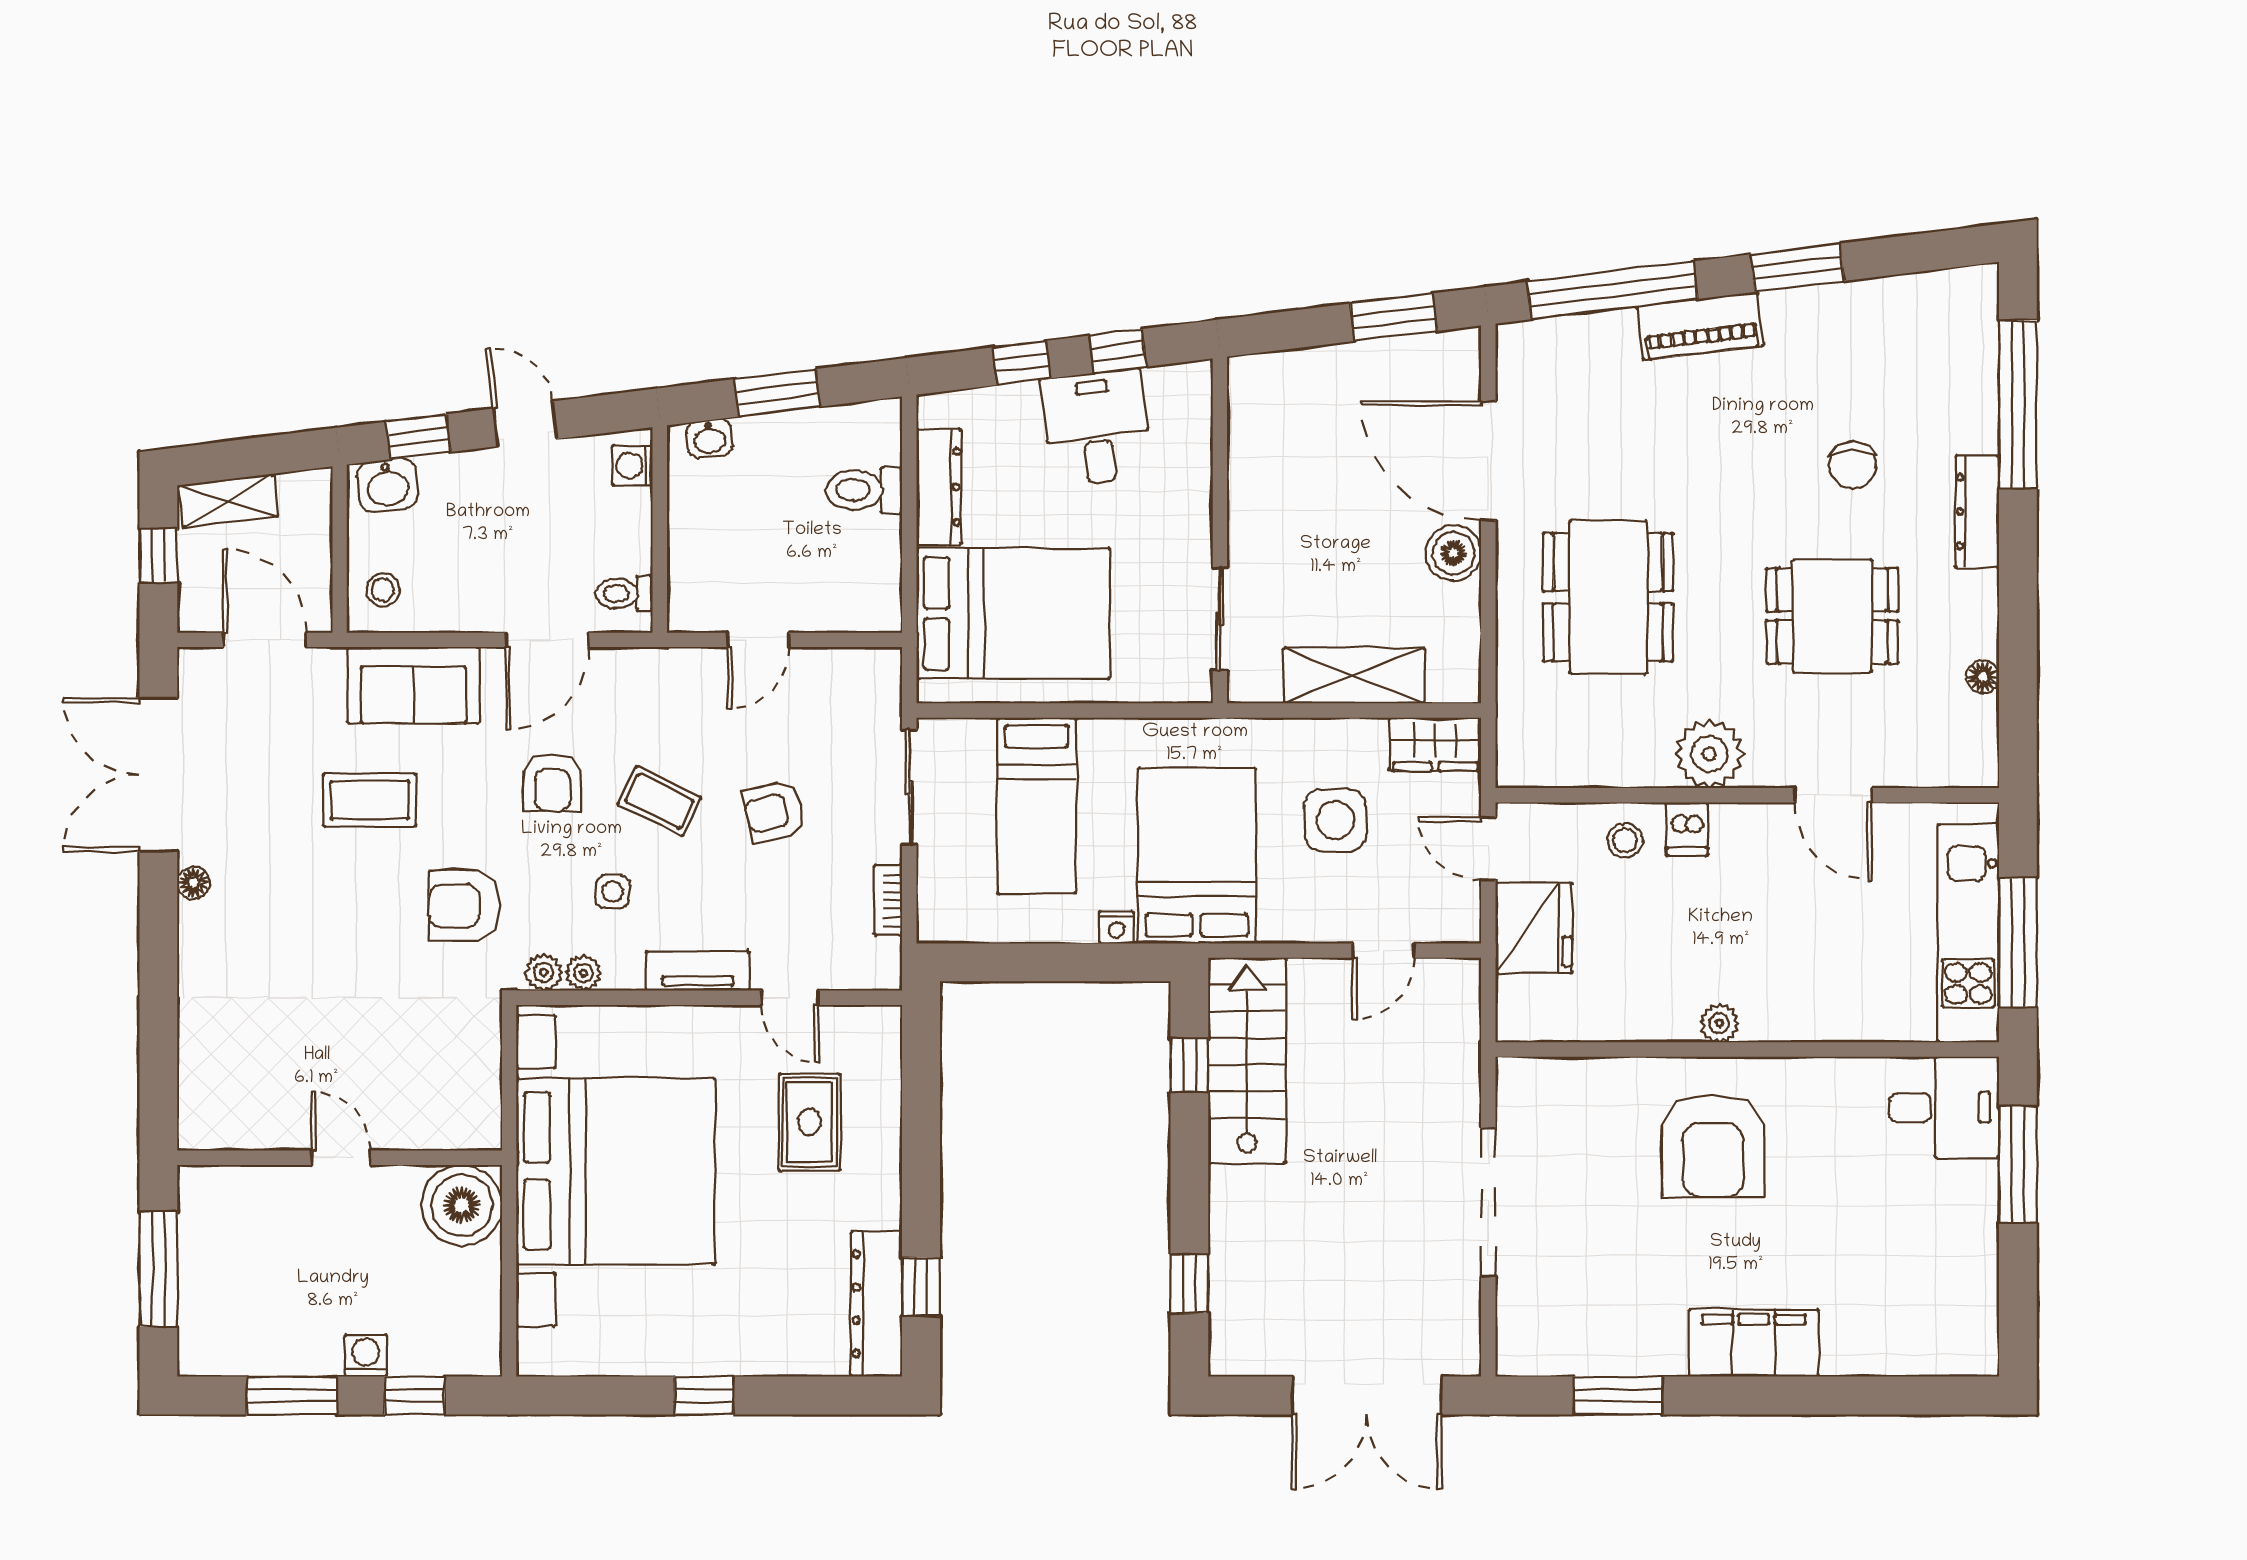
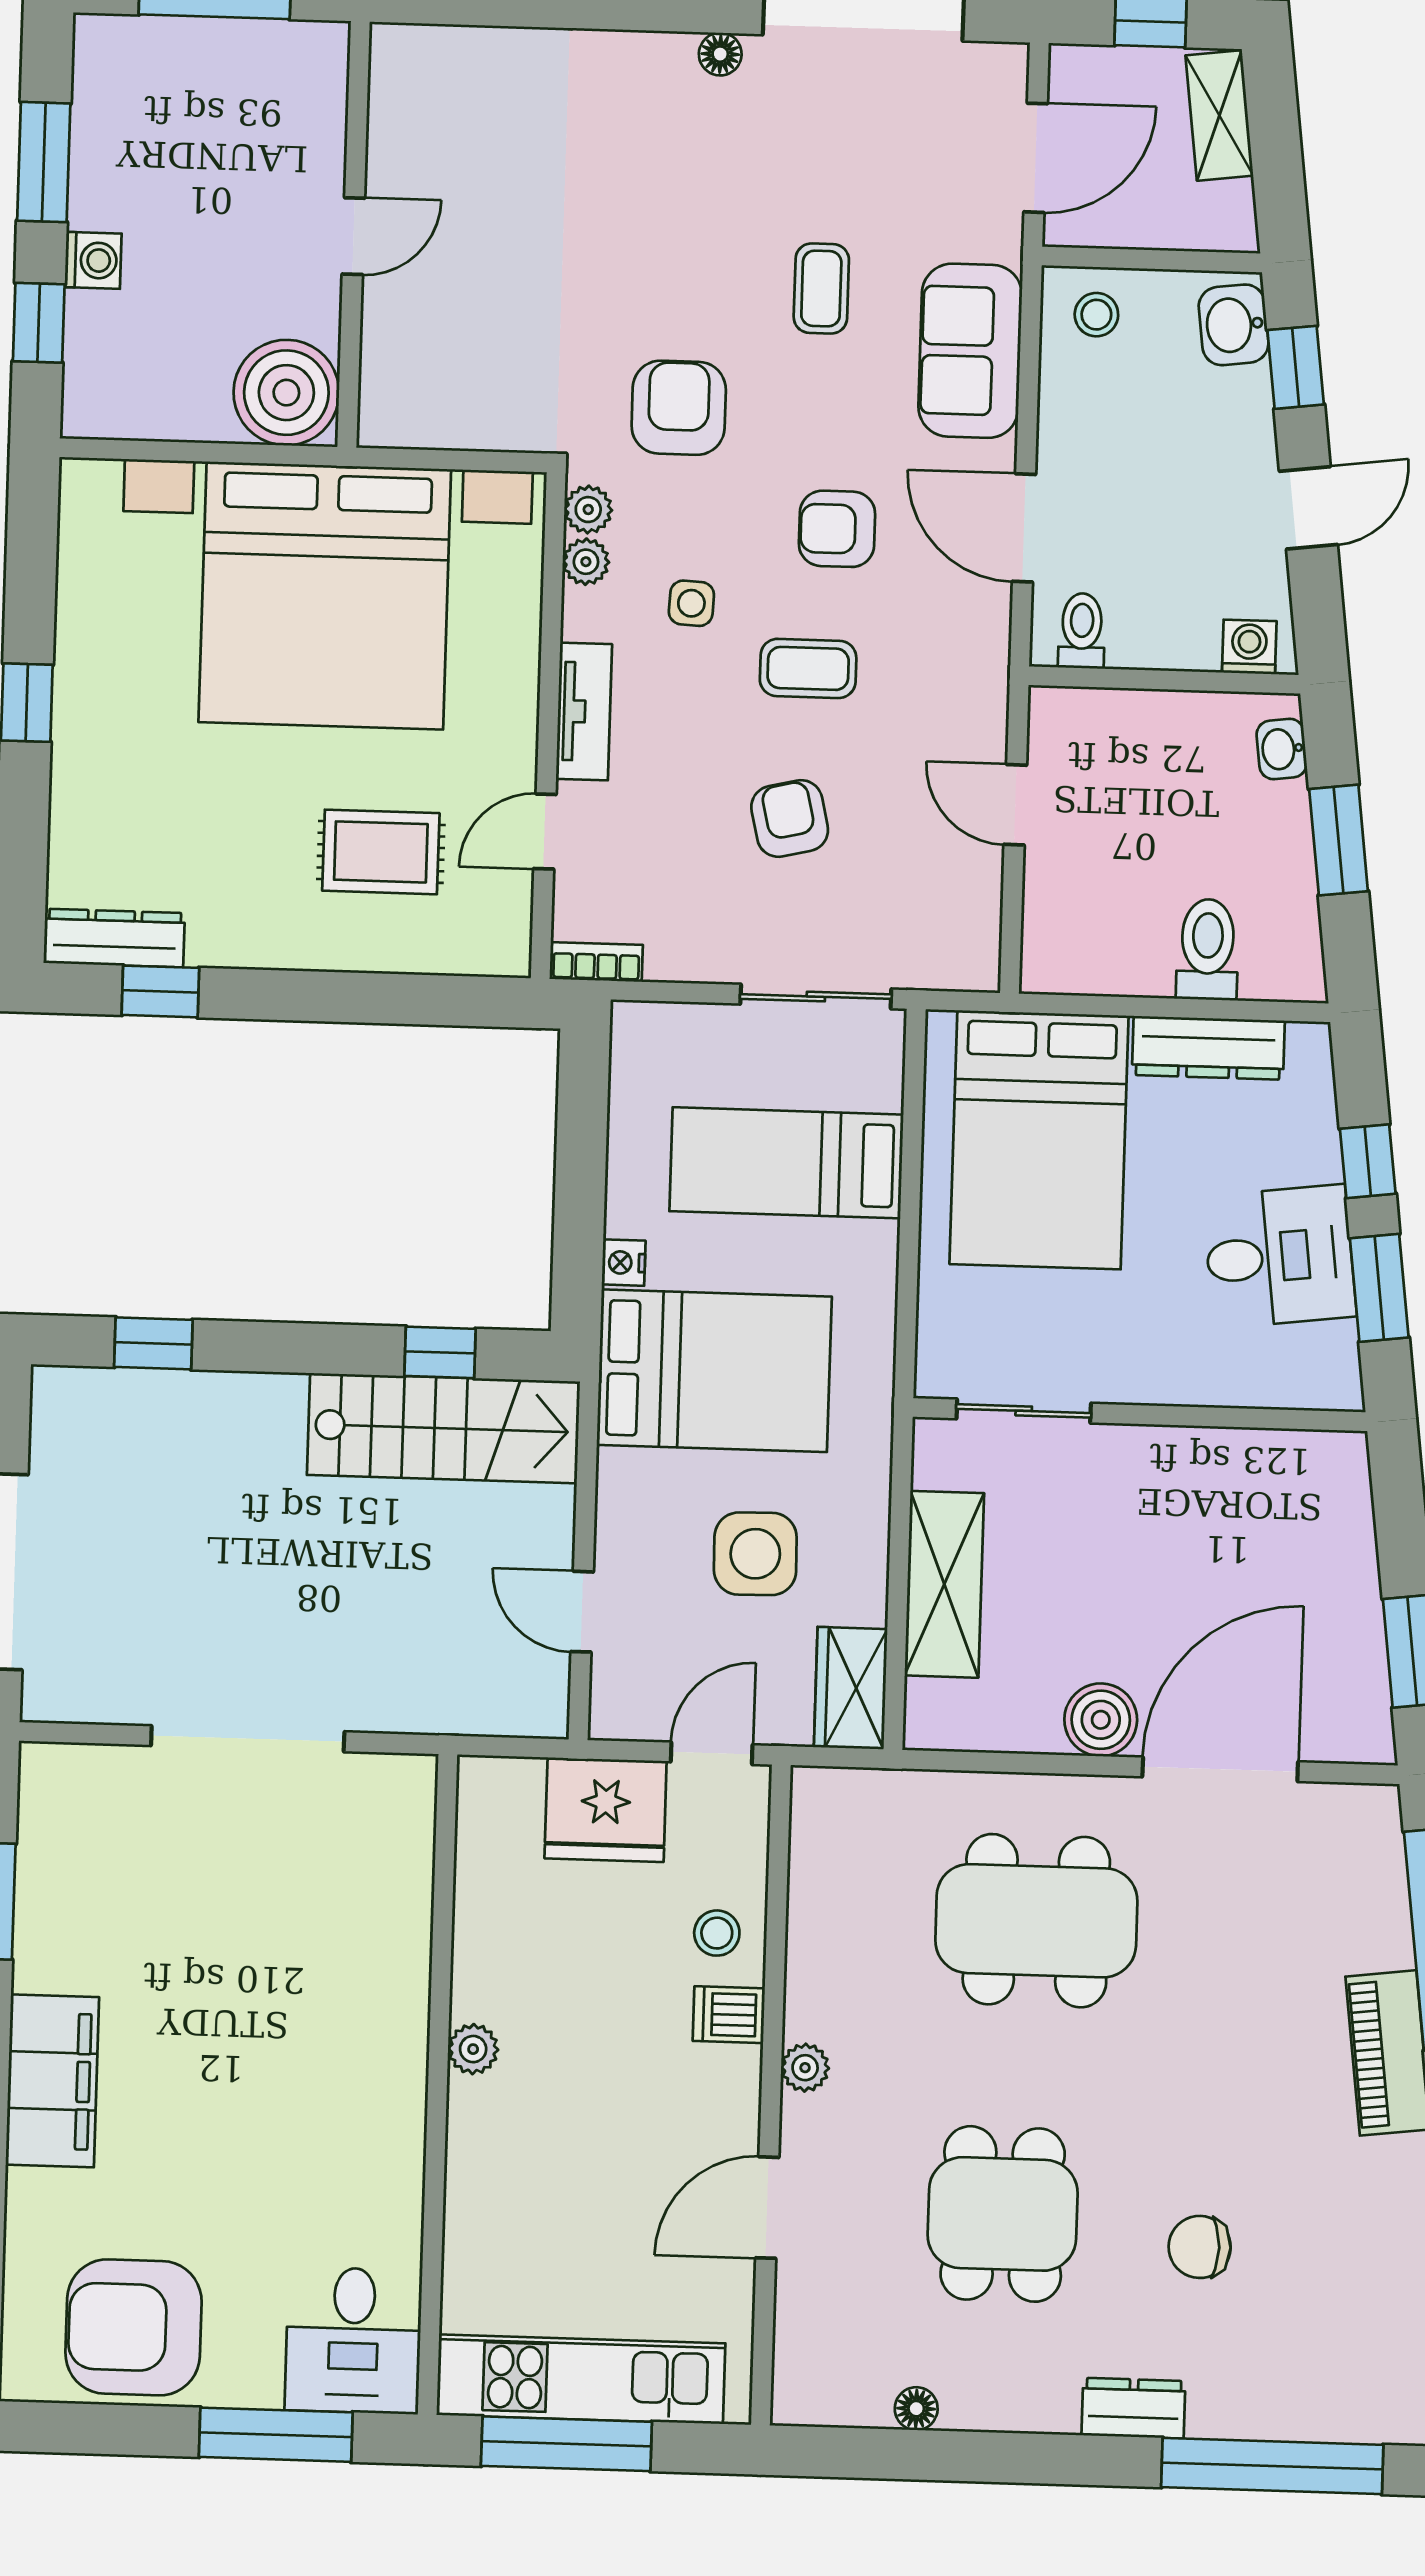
window: (1118, 351) -> (1379, 1288), width x1.50
dresser: (1977, 512) -> (1133, 2408), width x0.70
plant: (1710, 754) -> (805, 2068), width x0.53, depth x0.53
coffee table: (370, 800) -> (821, 289), width x0.73, depth x0.77
coffee table: (659, 801) -> (808, 668), turned 64
bookcase: (888, 900) -> (596, 962), moved
armchair: (1713, 1146) -> (134, 2327), moved
dresser: (876, 1304) -> (114, 938), width x0.73, depth x0.80

